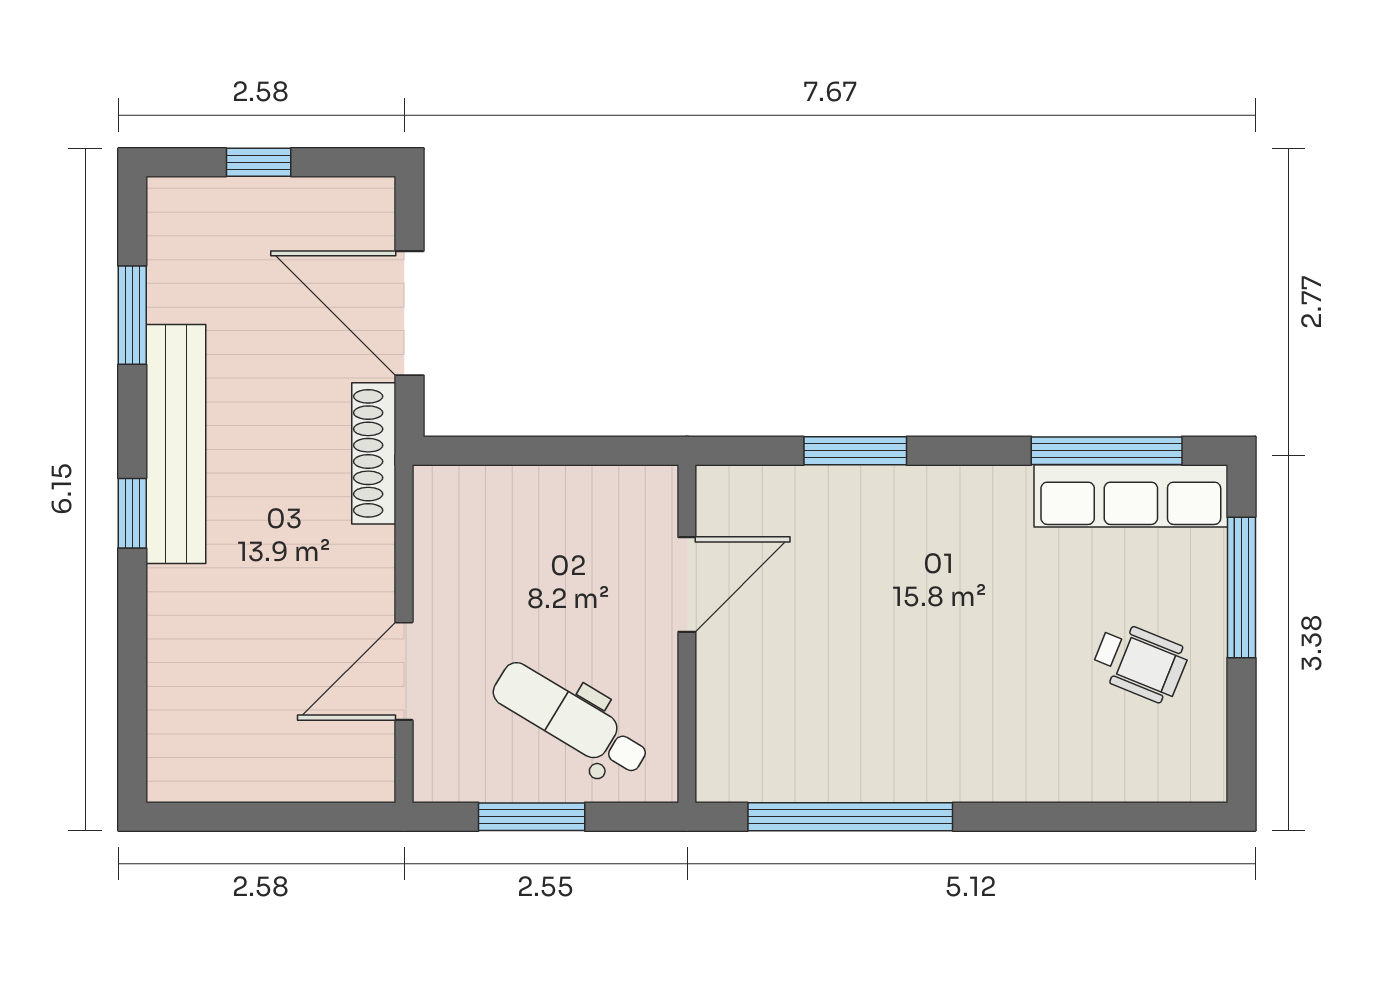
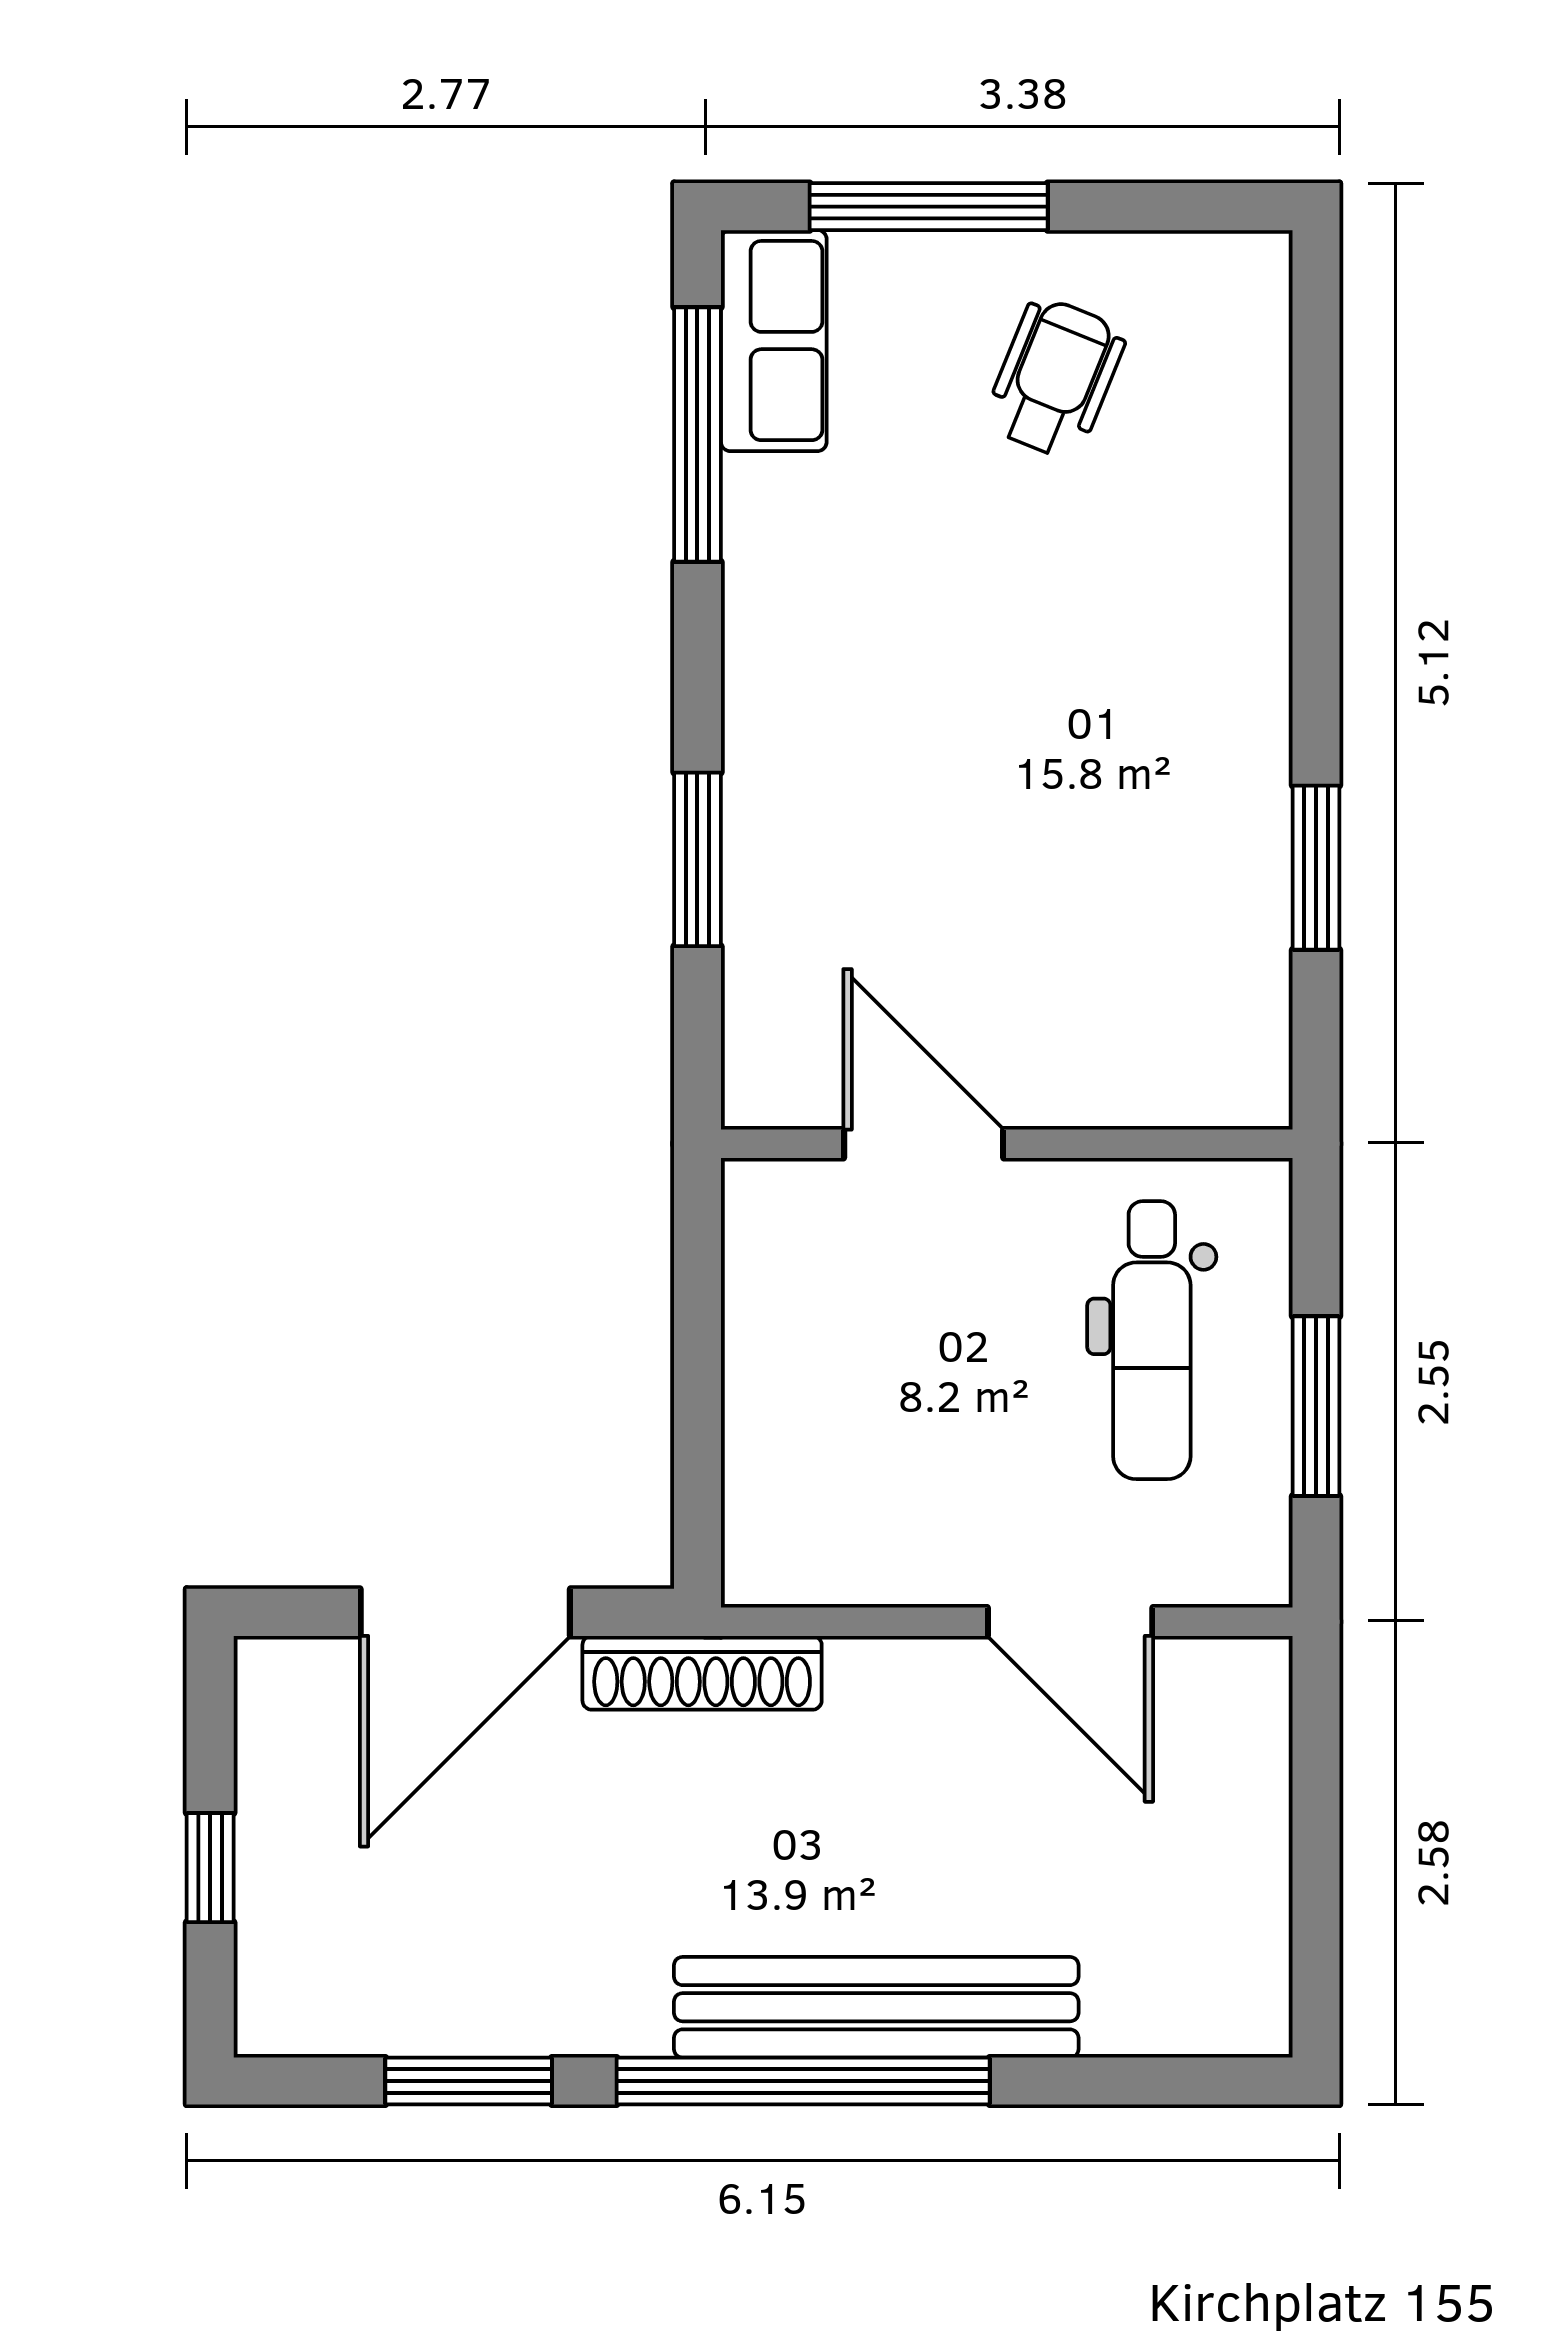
bench: (176, 444) -> (876, 2007), moved
row of seats: (1131, 496) -> (774, 341), width x0.68
window: (132, 513) -> (803, 2081), width x3.17
dental chair: (571, 719) -> (1152, 1340), turned -31
window: (850, 817) -> (1316, 868), width x0.47

